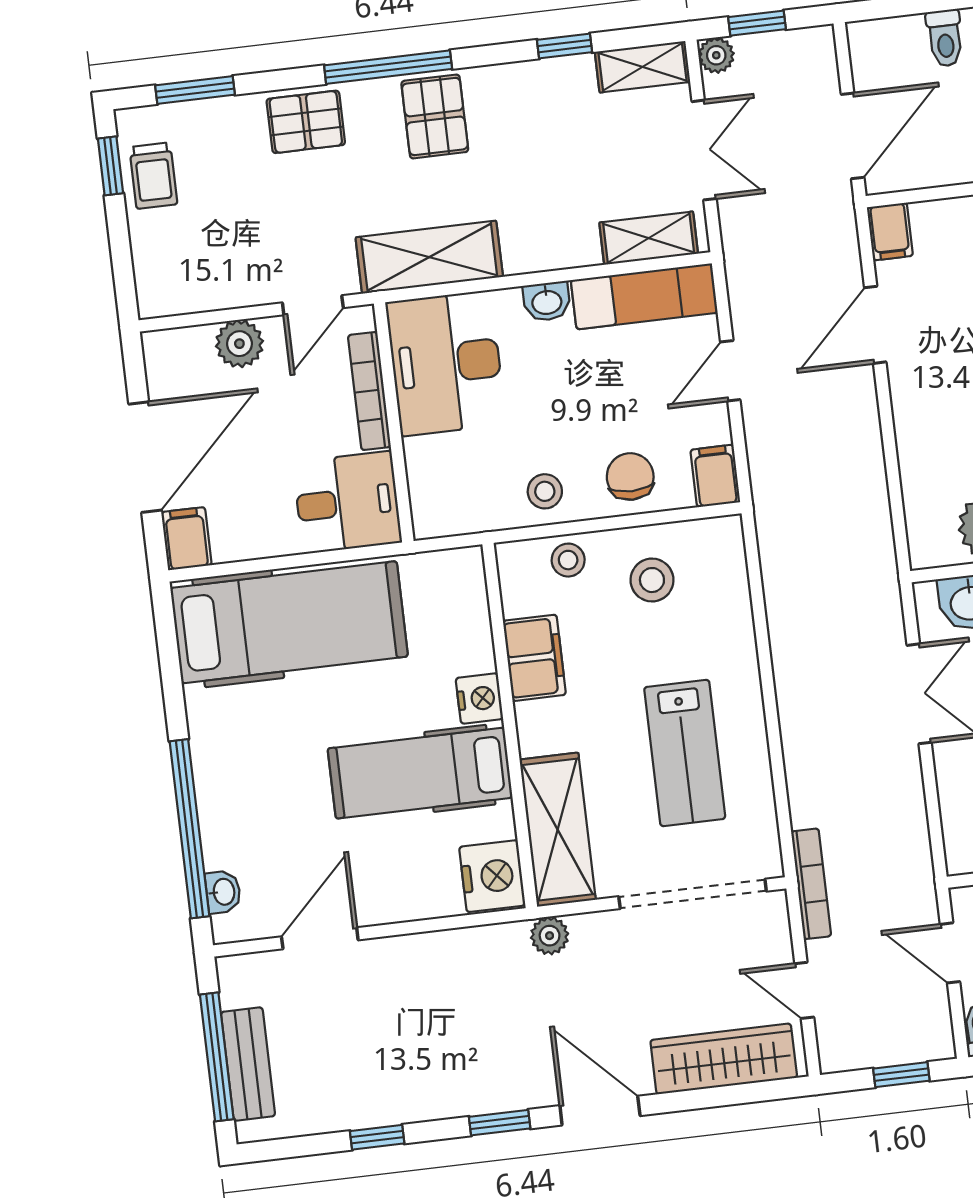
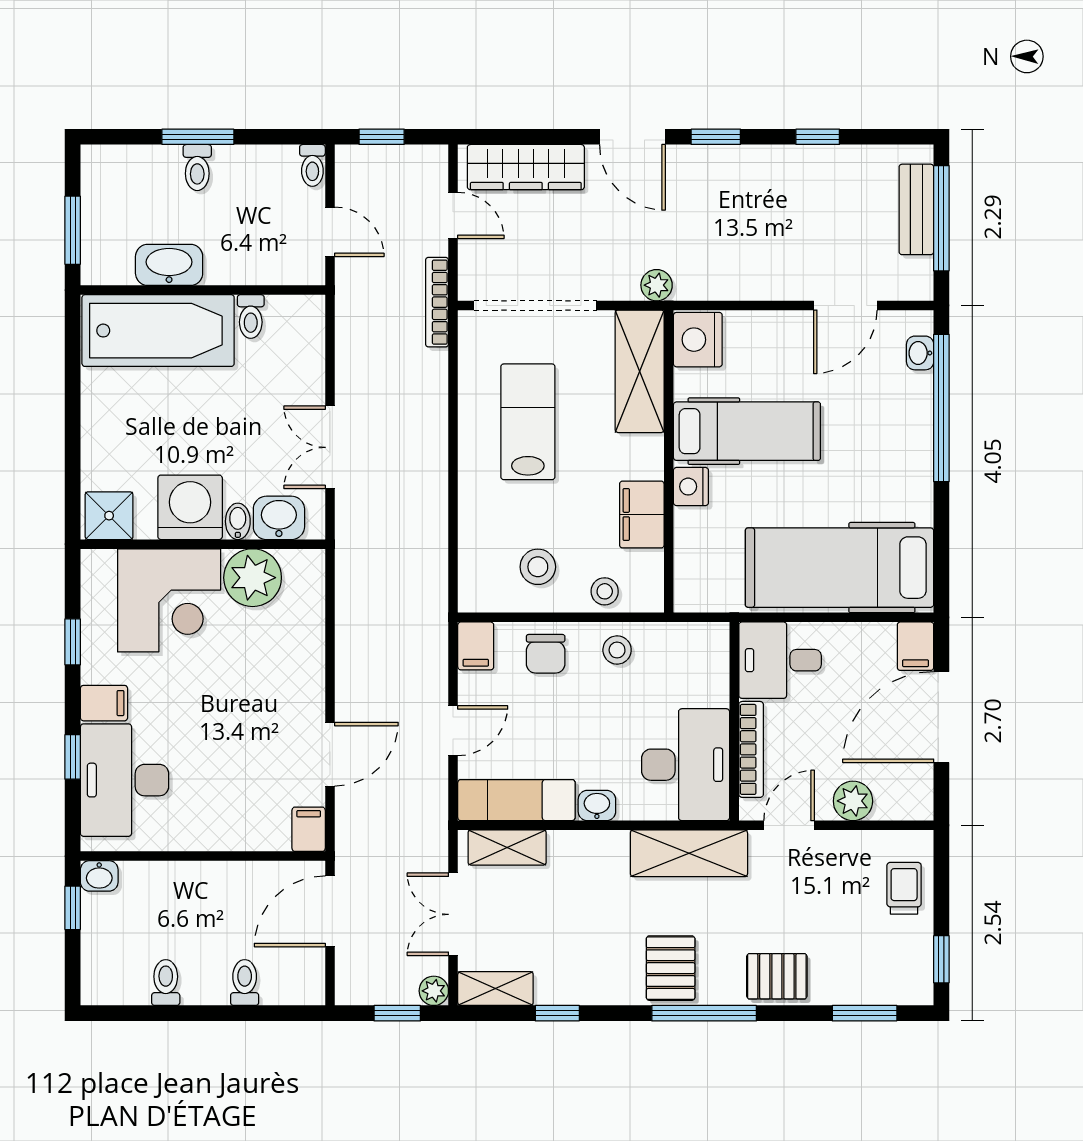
trolley: (153, 176) -> (904, 888), moved

